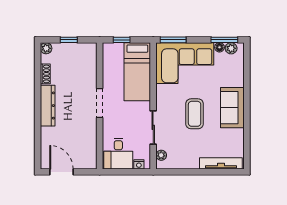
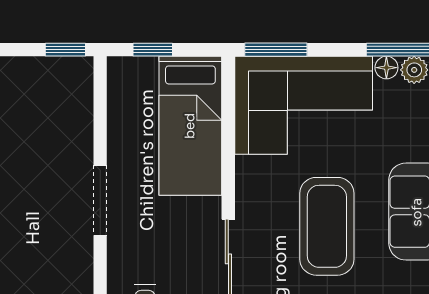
window: (69, 40) -> (65, 50), moved
coffee table: (195, 114) -> (327, 226), width x1.36, depth x1.32

